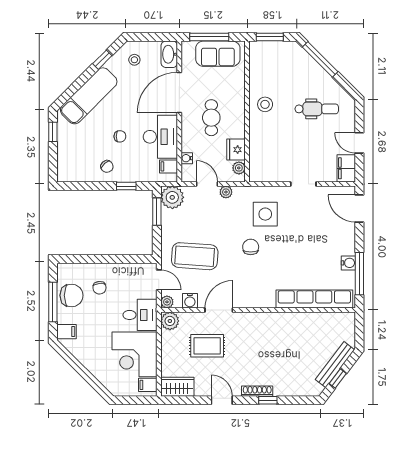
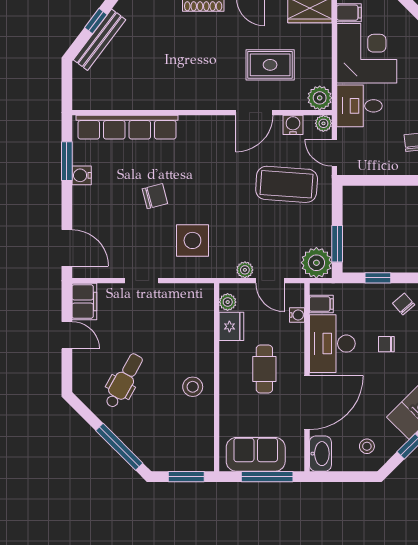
dental chair: (317, 109) -> (124, 381), turned 119
chair: (251, 247) -> (155, 196), moved, turned -105
window: (359, 274) -> (67, 161), width x0.69

